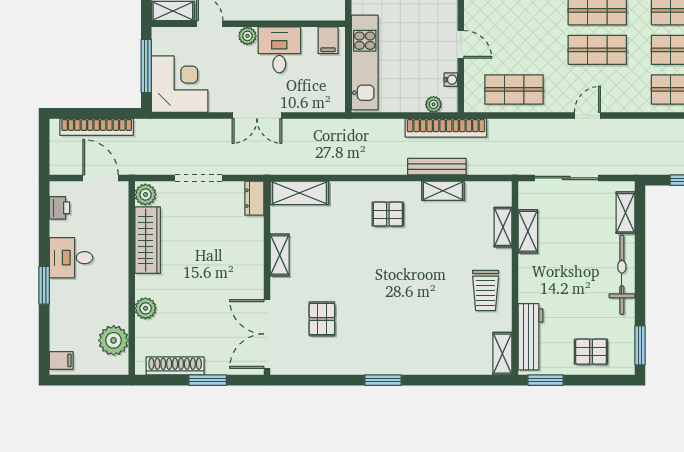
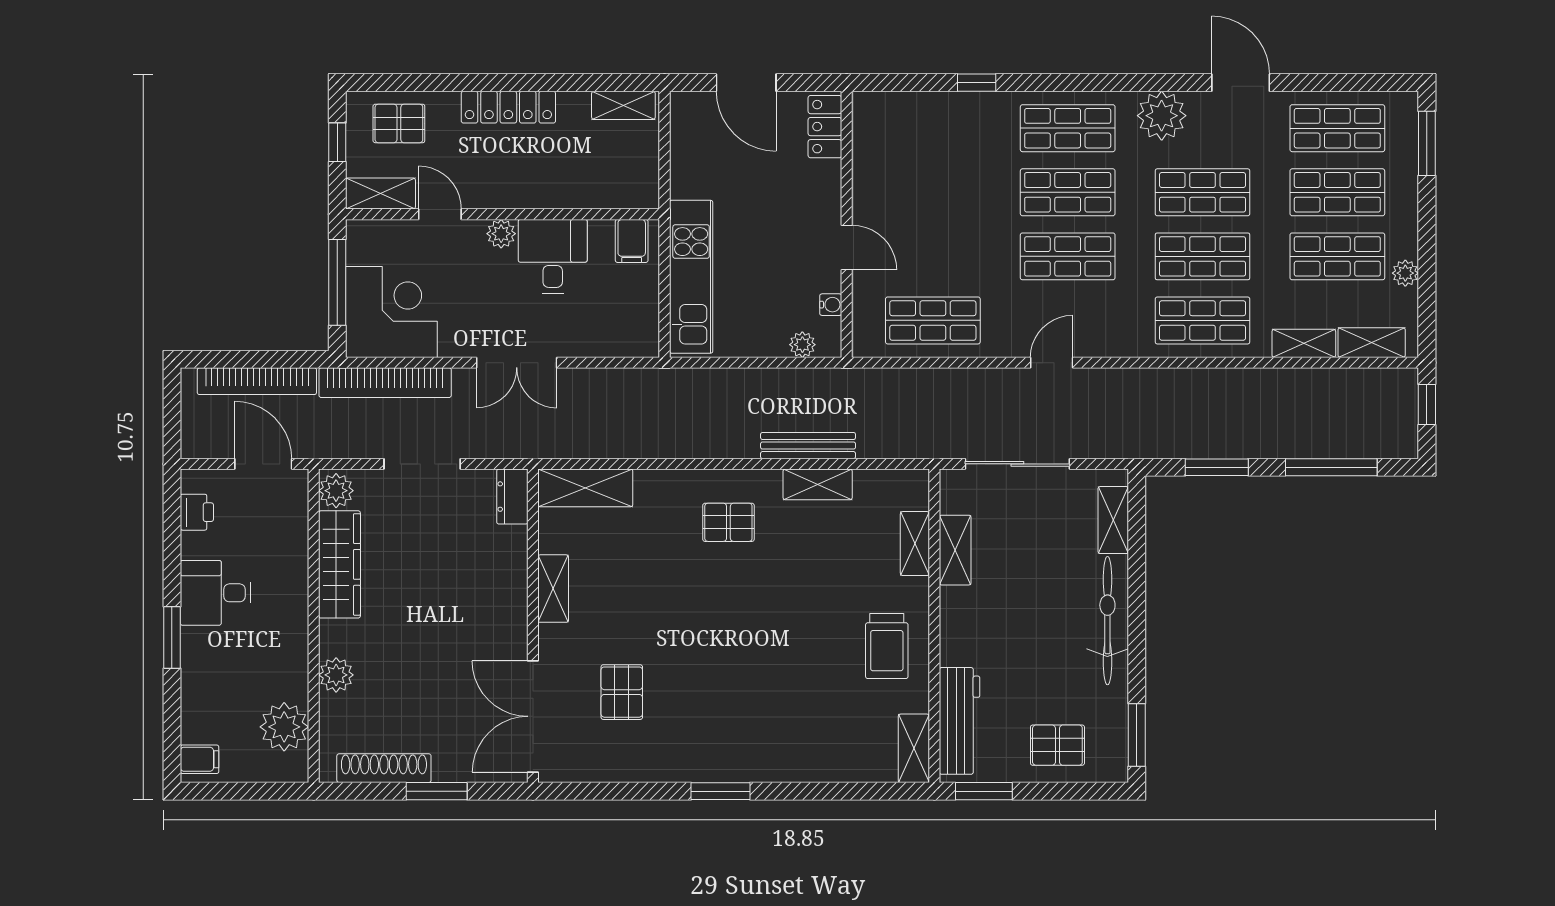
bookcase: (446, 128) -> (385, 383), moved

